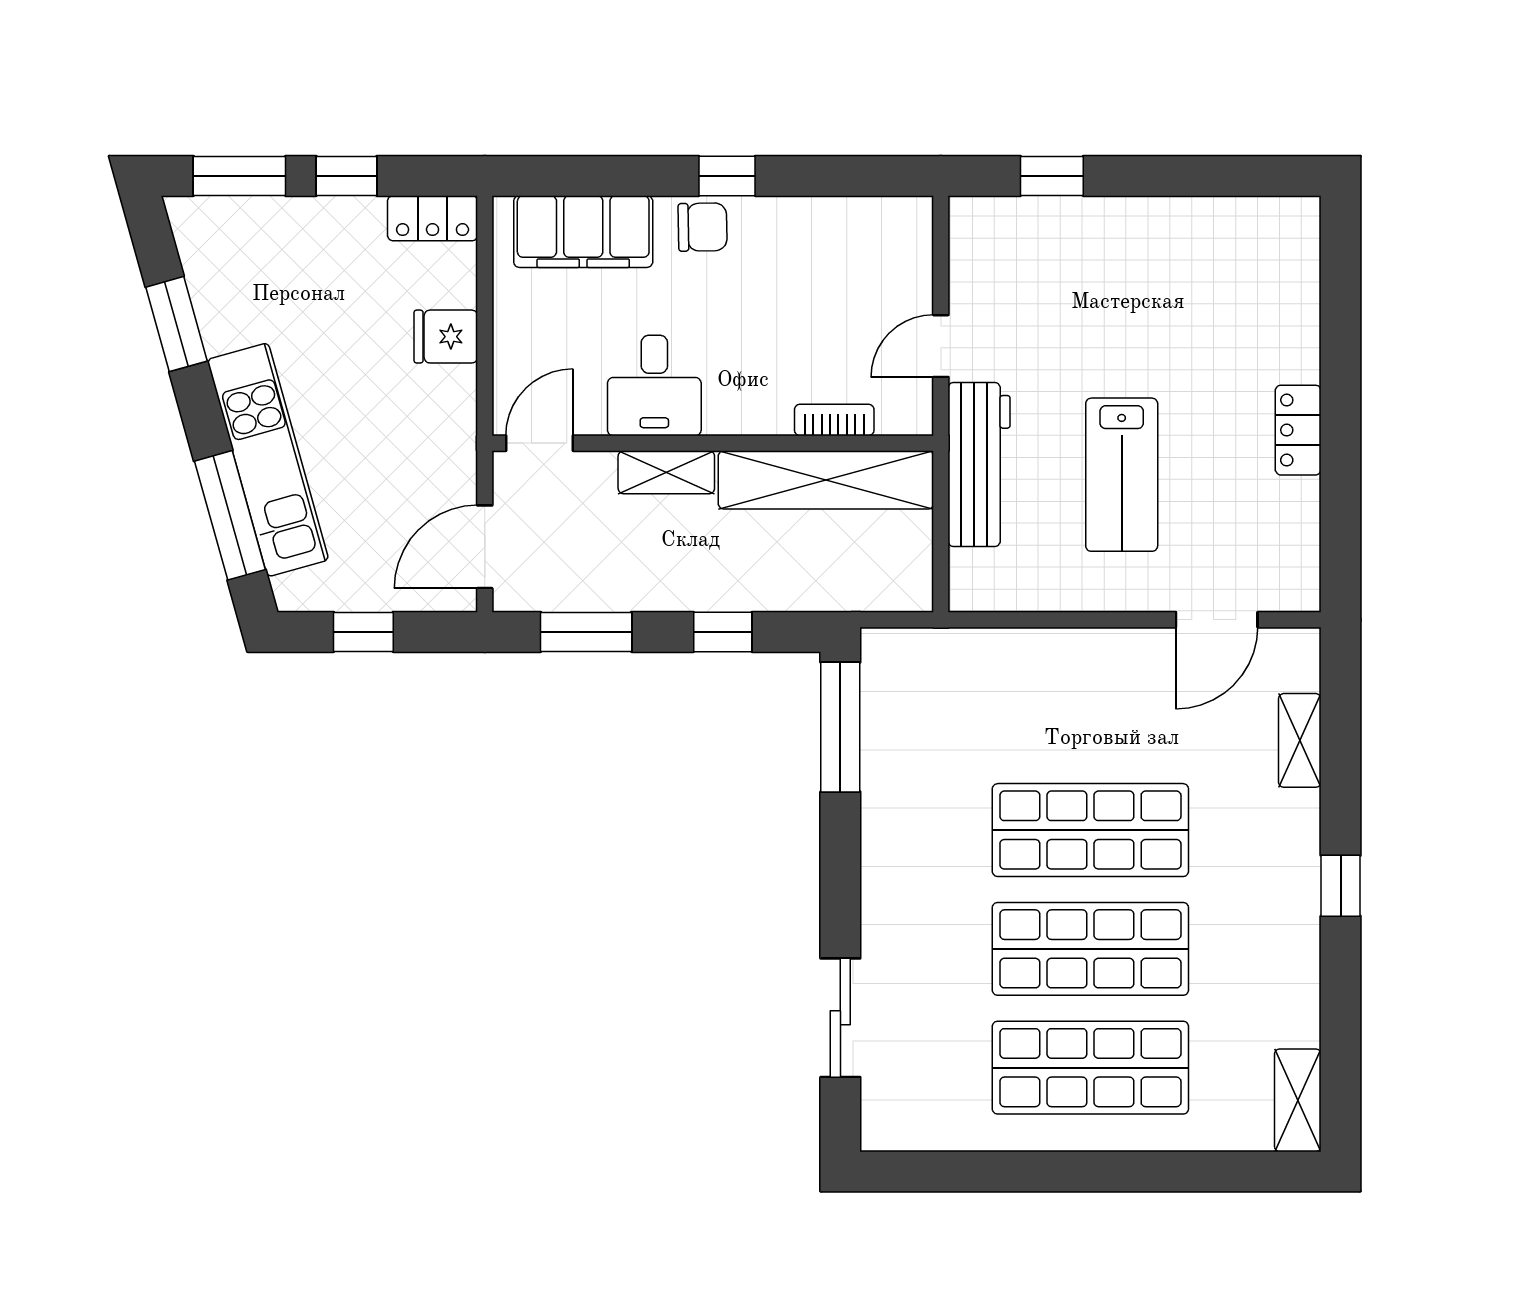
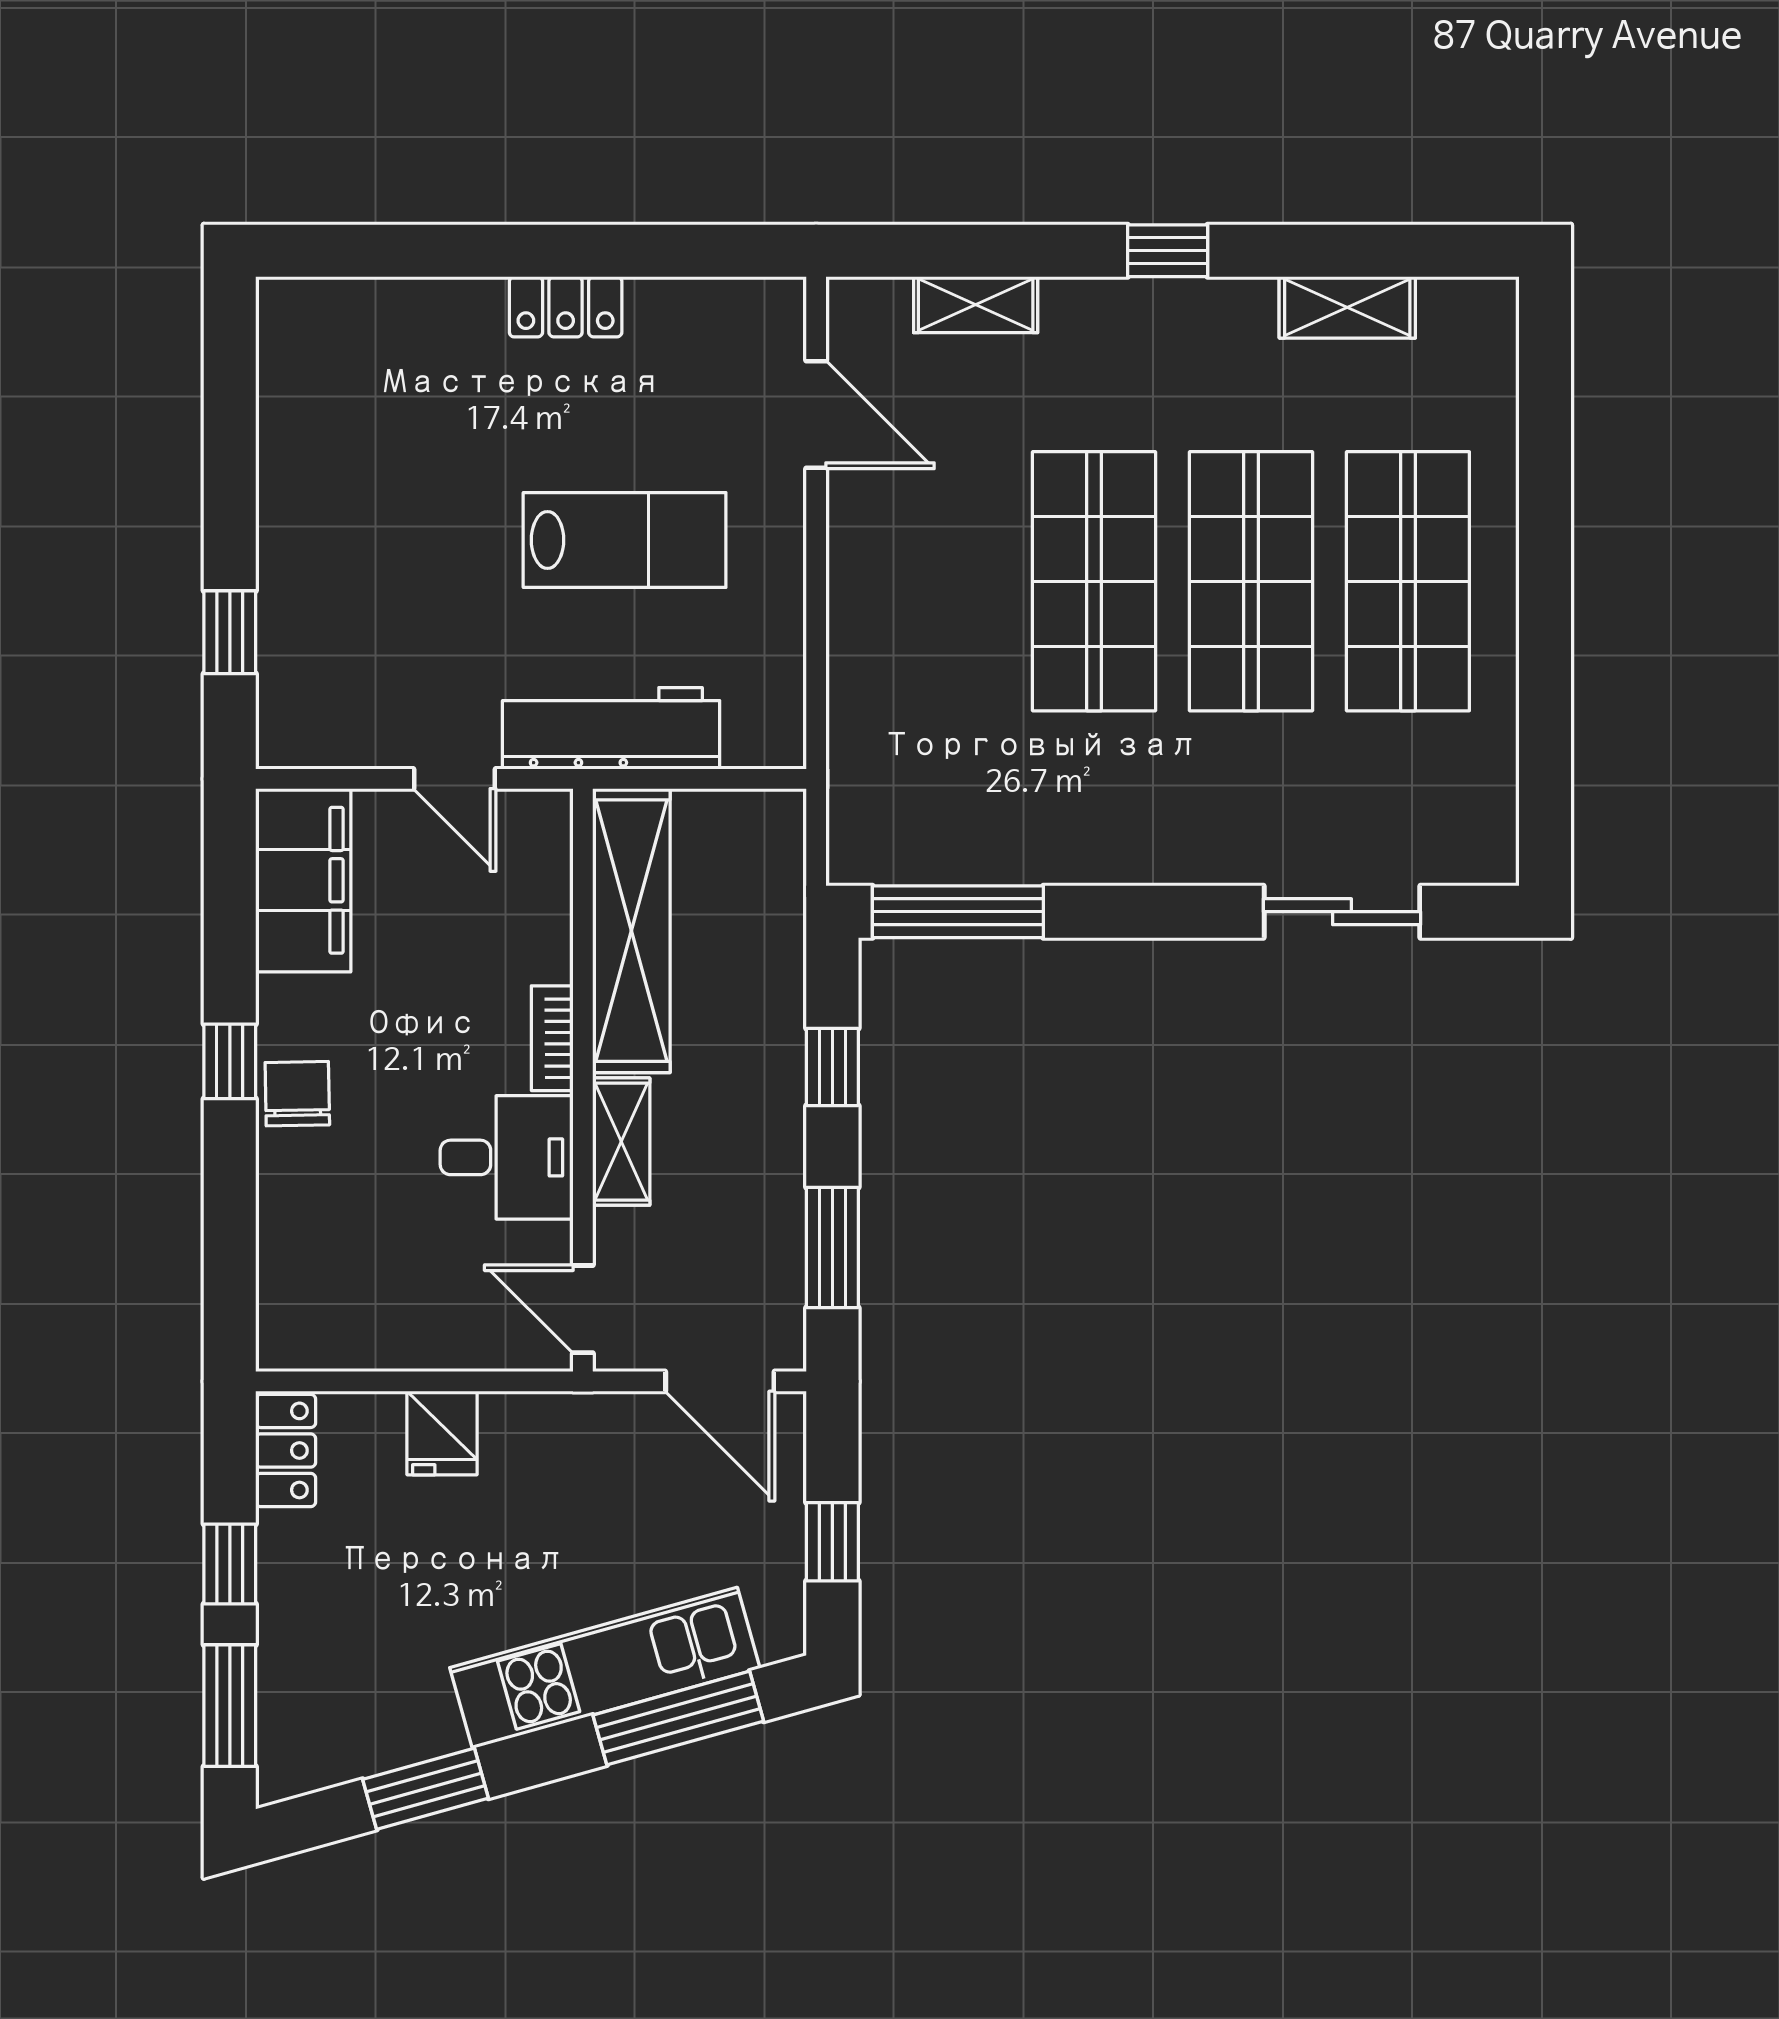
filing cabinet: (583, 232) -> (303, 880), moved
bookcase: (834, 420) -> (552, 1038), moved
shelving: (1298, 1100) -> (1347, 307), moved

